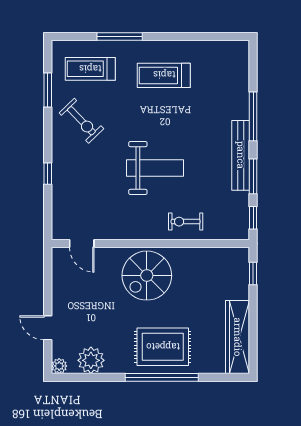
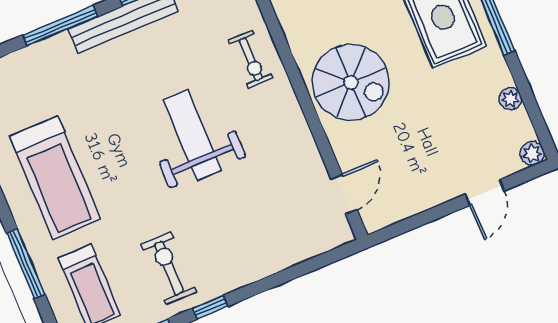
treadmill: (164, 75) -> (55, 178), width x1.37, depth x1.38
exercise bike: (81, 121) -> (169, 268), turned -46
window: (48, 174) -> (210, 307), moved
plant: (91, 360) -> (510, 99), width x0.53, depth x0.53

